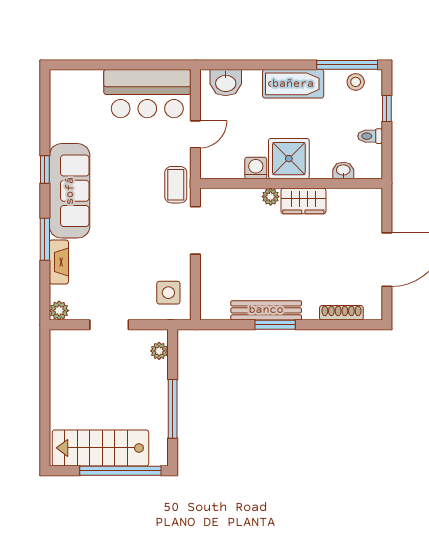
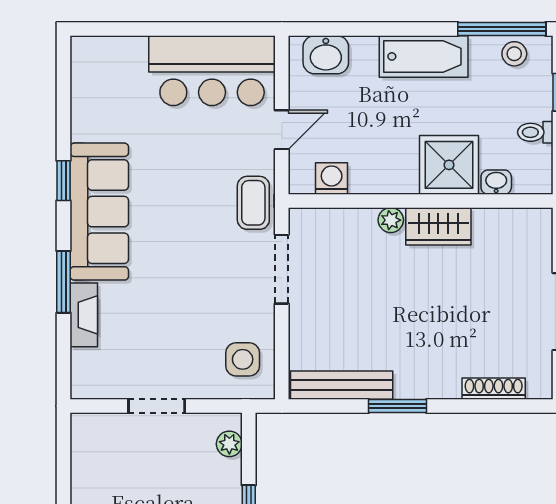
shower: (289, 159) -> (449, 165), moved
washing machine: (256, 168) -> (332, 179), moved
bench: (266, 310) -> (342, 385), moved
plant: (59, 311) -> (84, 385), removed

